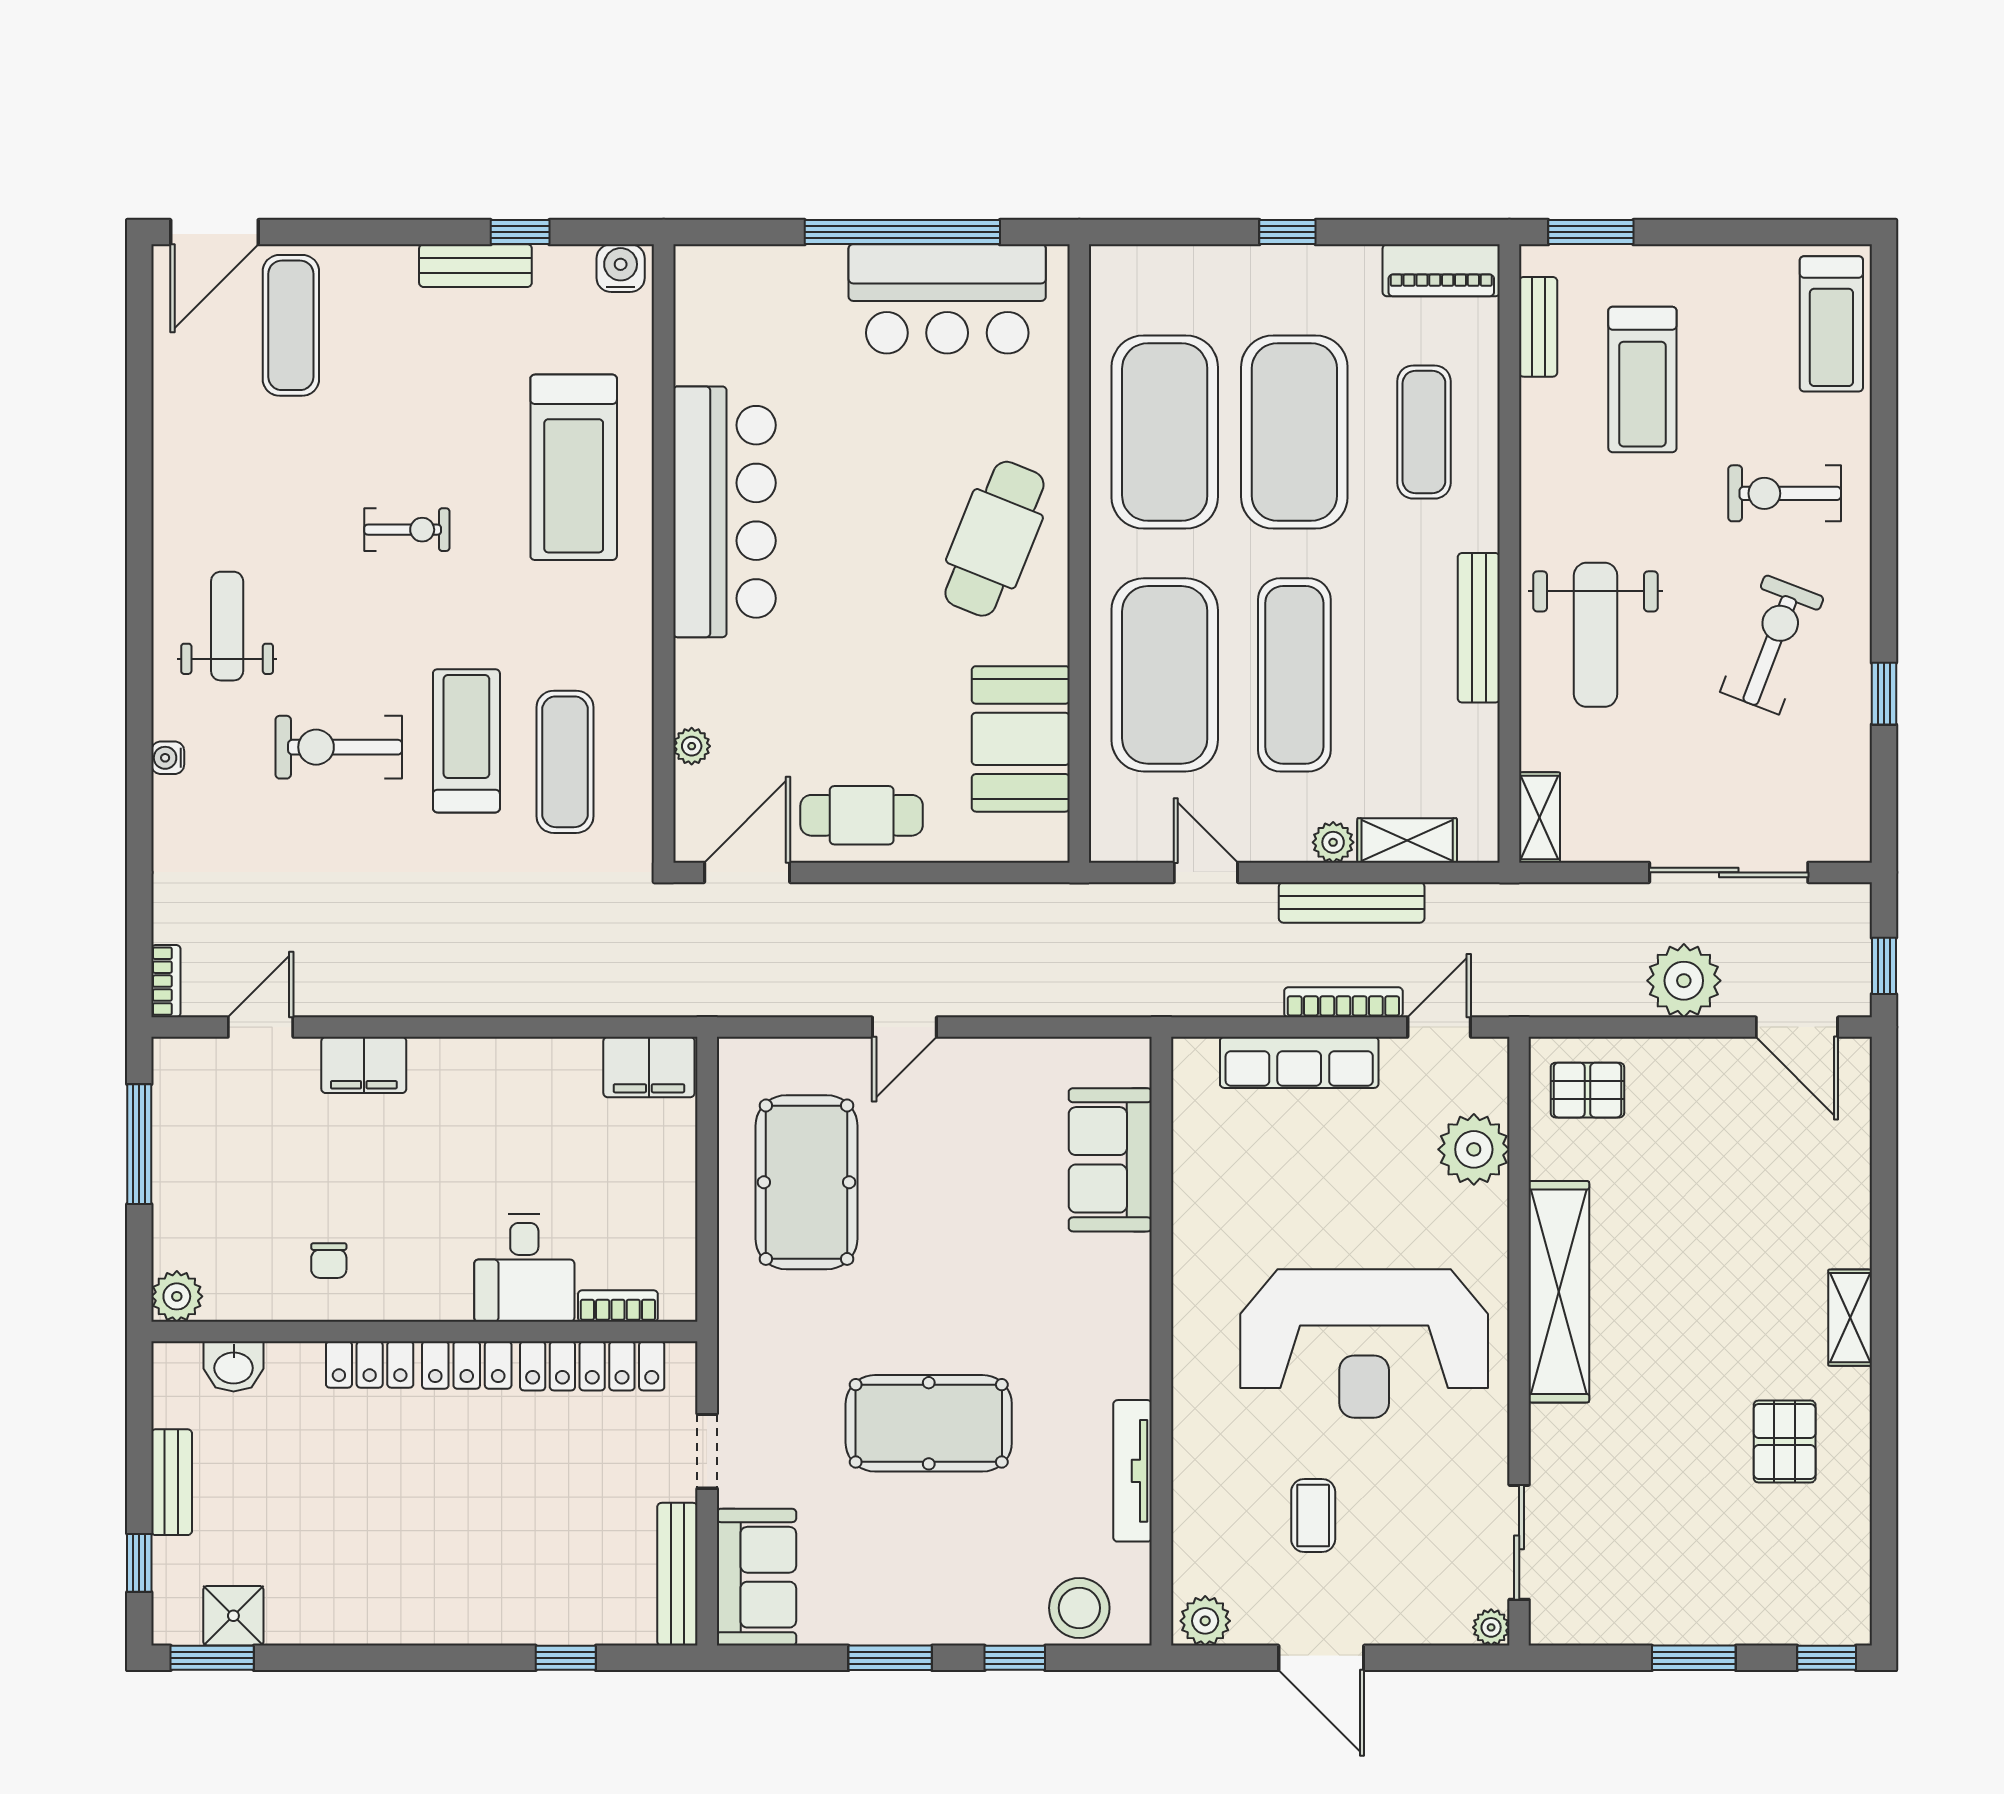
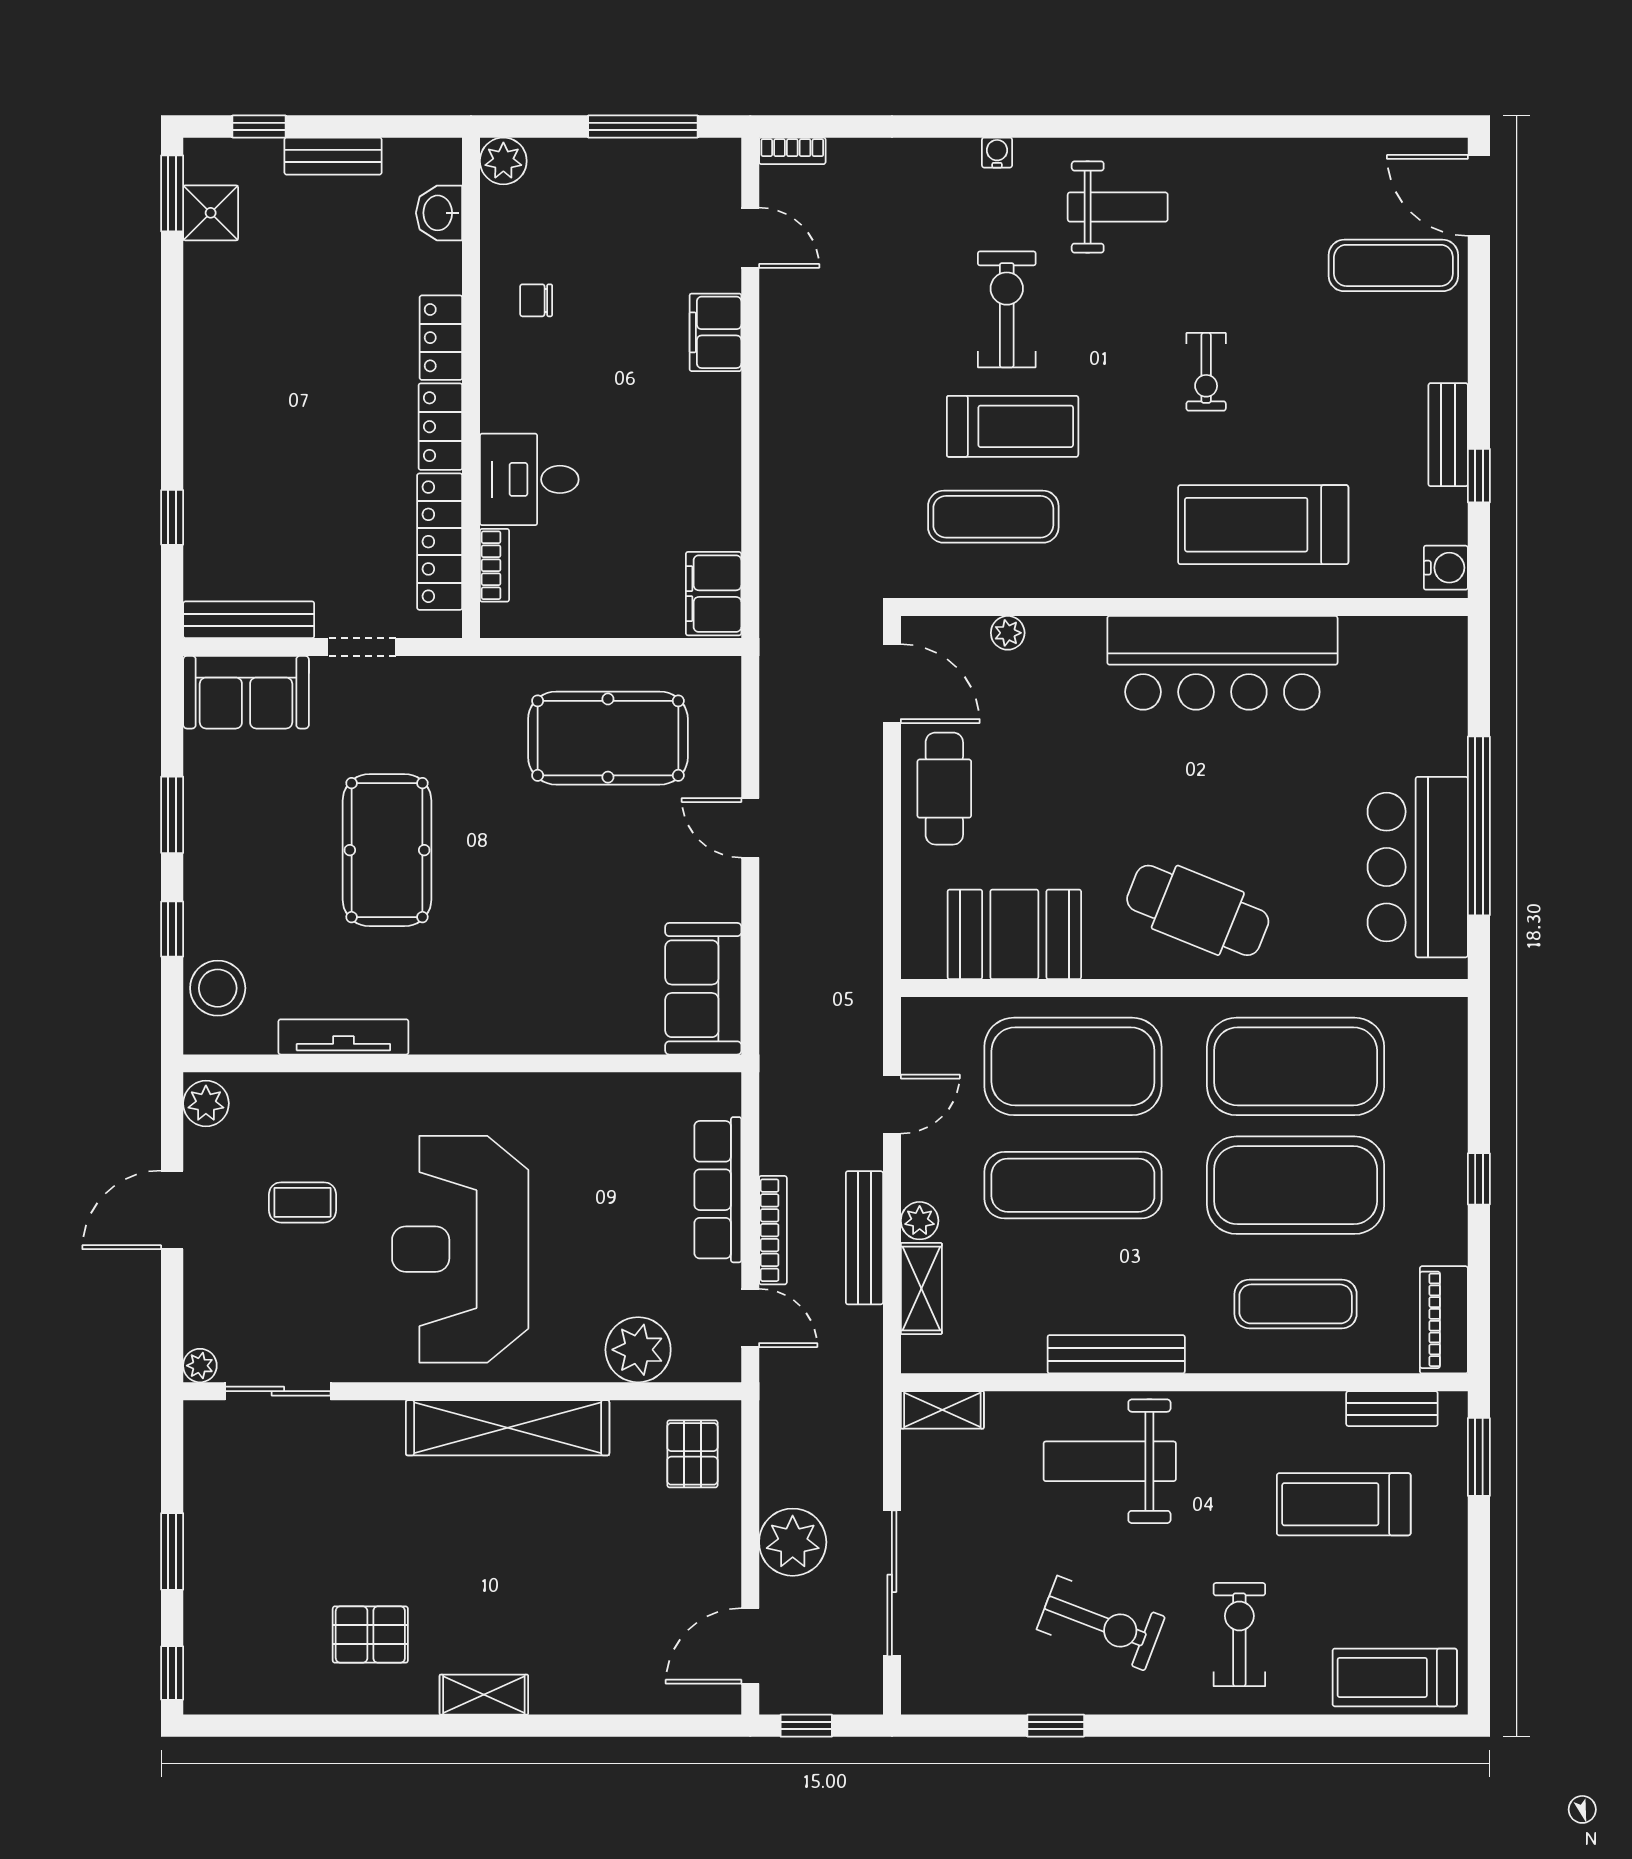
sofa: (1110, 1160) -> (703, 989), moved, turned -90

